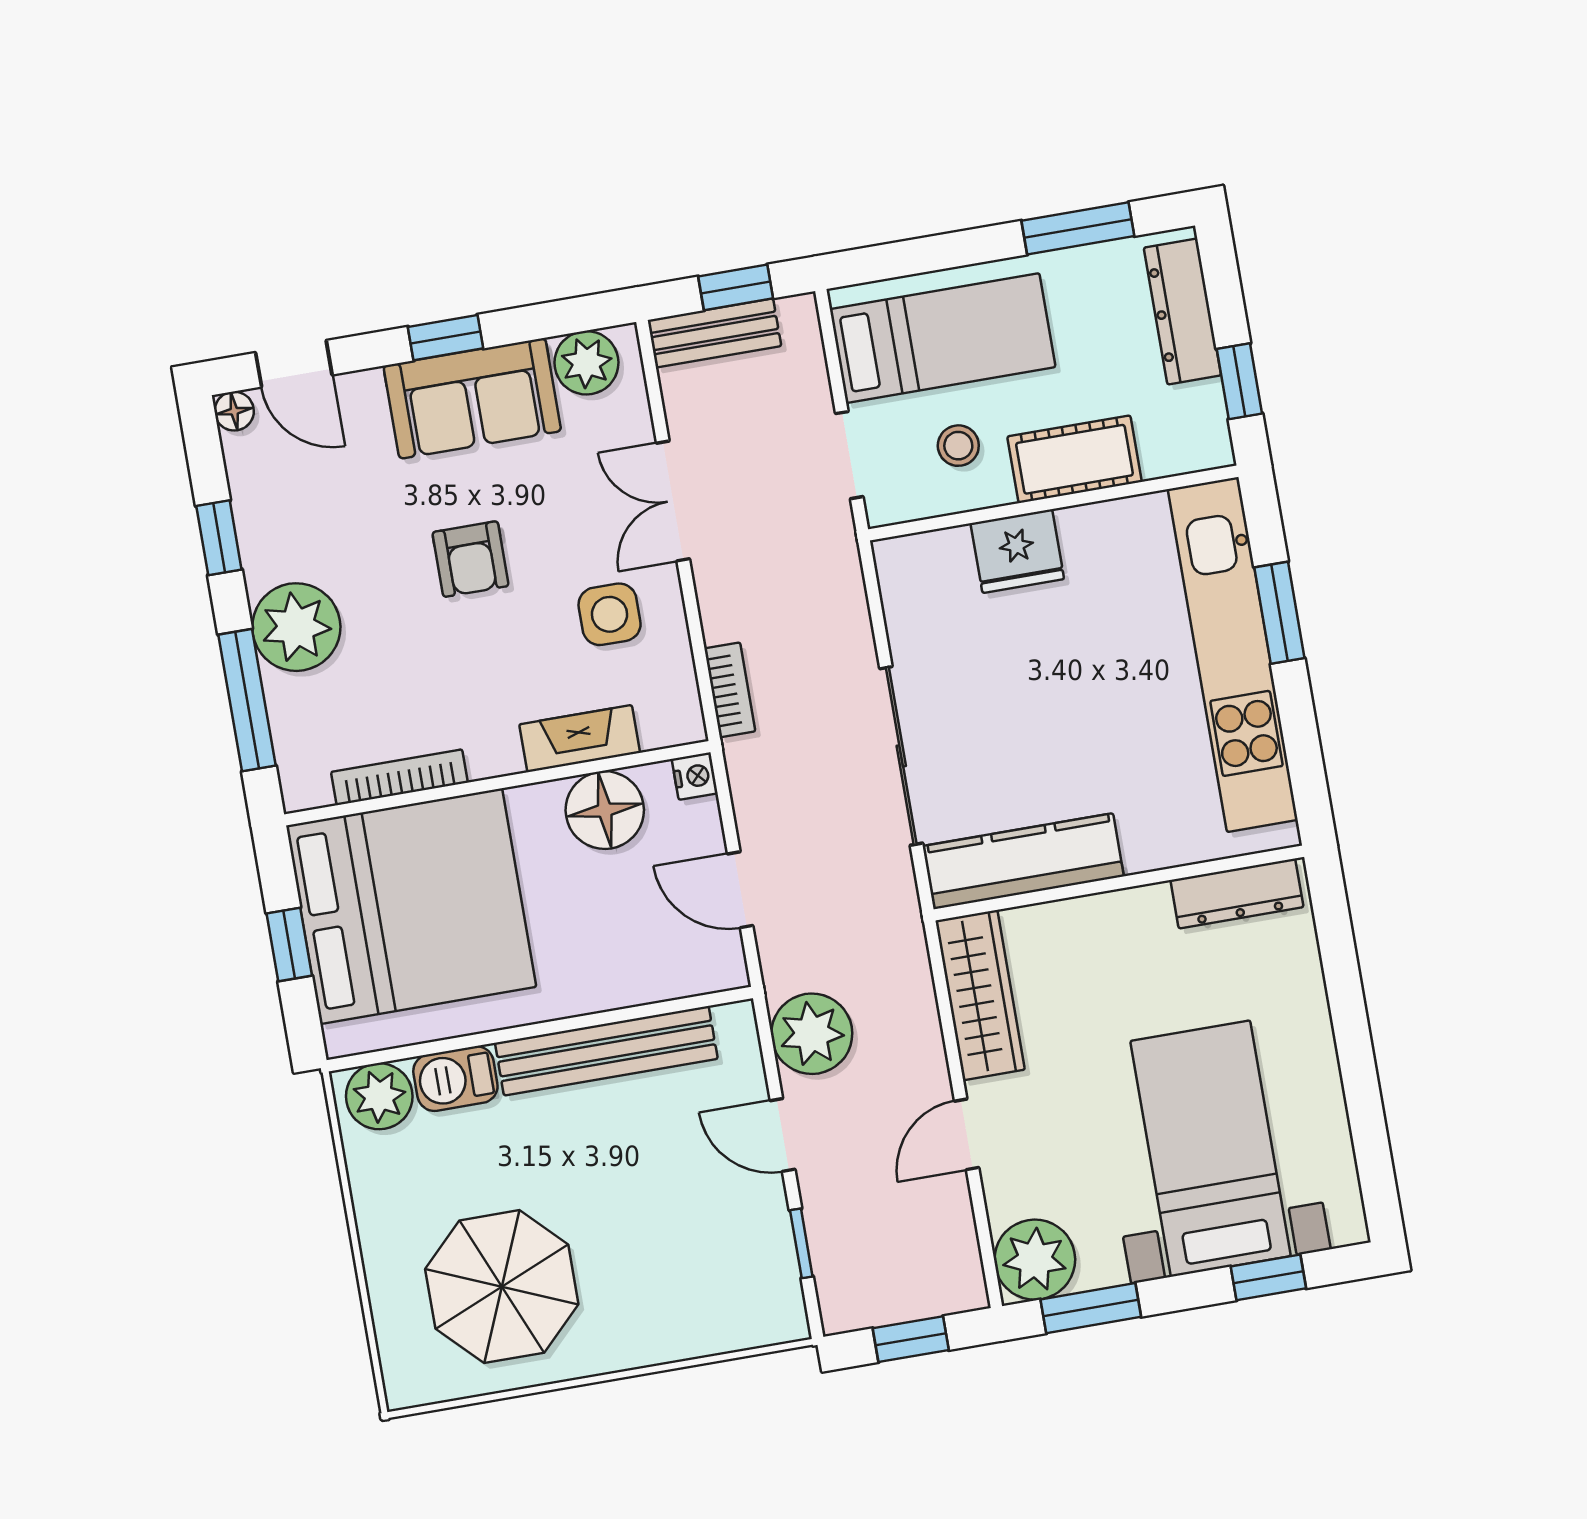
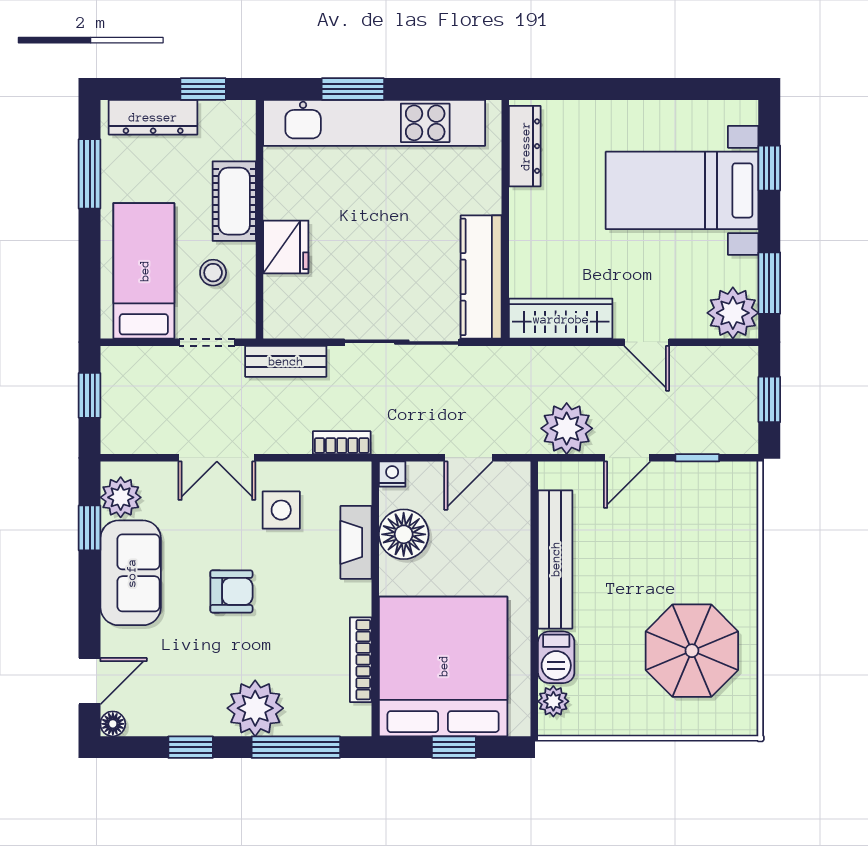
bench: (714, 333) -> (286, 361), moved, turned 90
window: (446, 338) -> (90, 528), moved
plant: (379, 1096) -> (553, 701), width x0.73, depth x0.73

